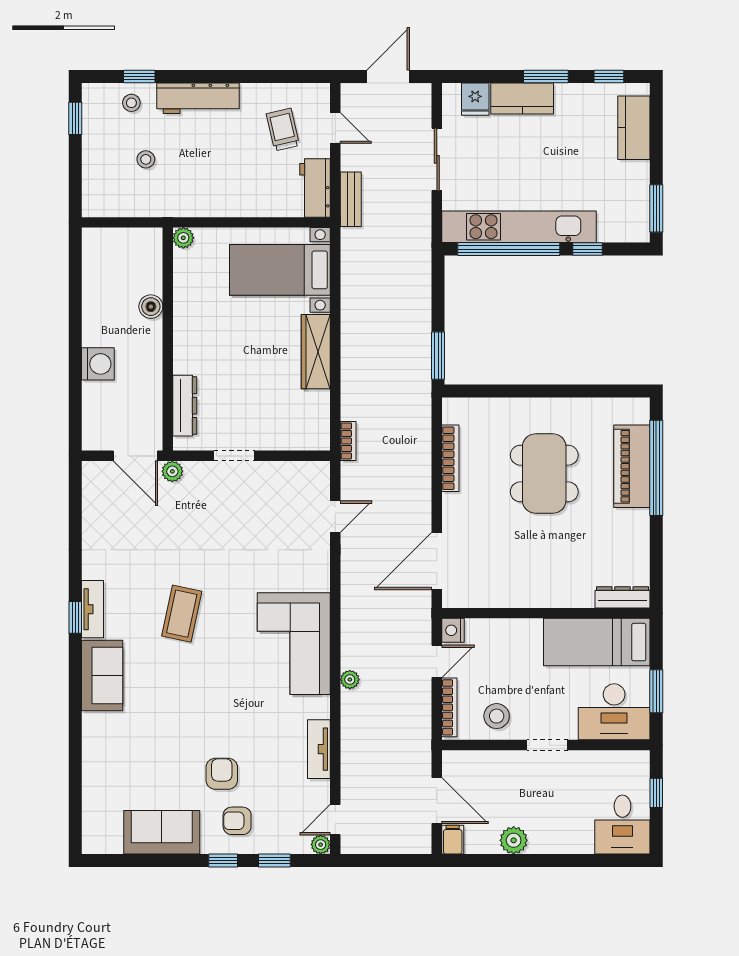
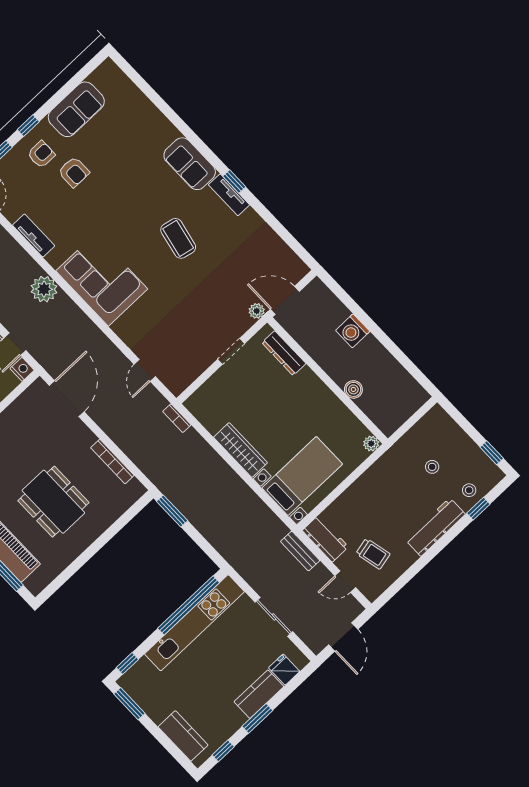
window: (587, 249) -> (127, 663), moved
plant: (350, 680) -> (44, 289), width x1.88, depth x1.88

